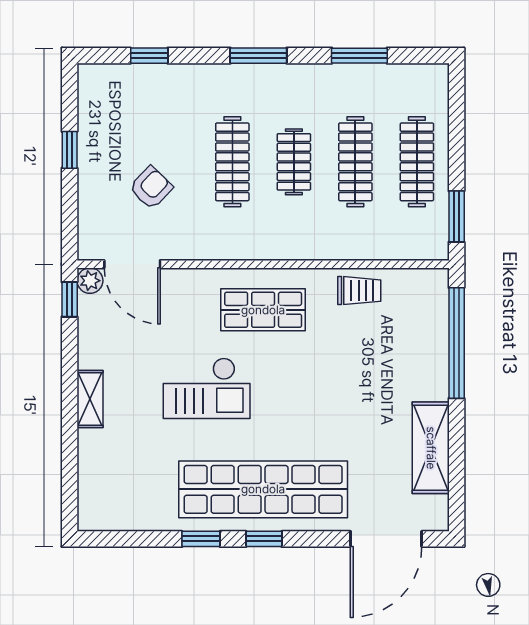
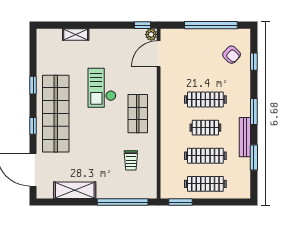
bench: (315, 75) -> (245, 137), added
window: (70, 150) -> (211, 25), width x3.17
armchair: (151, 188) -> (232, 55), moved
trolley: (359, 291) -> (131, 160), moved
shelving: (90, 399) -> (76, 34), moved
window: (264, 539) -> (33, 126), moved

